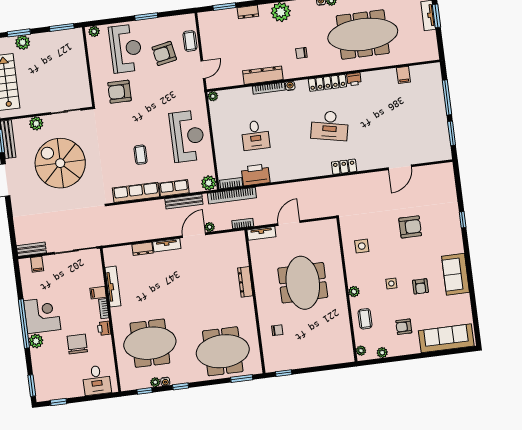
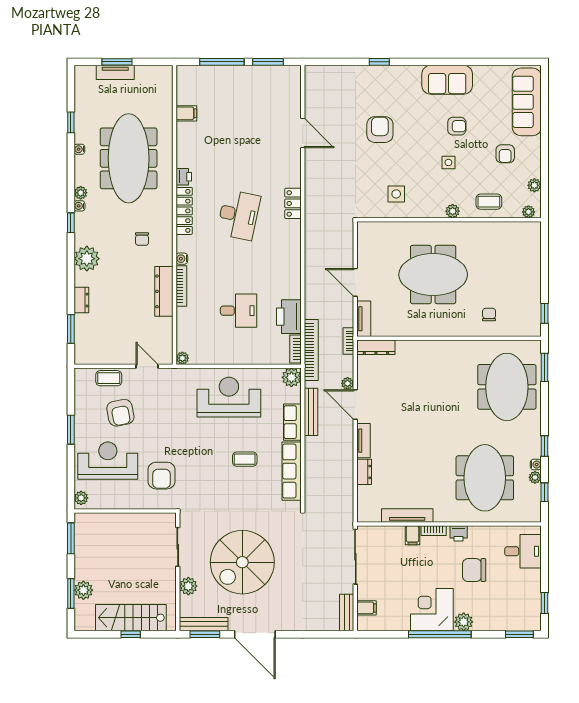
dresser: (245, 282) -> (376, 347), moved

